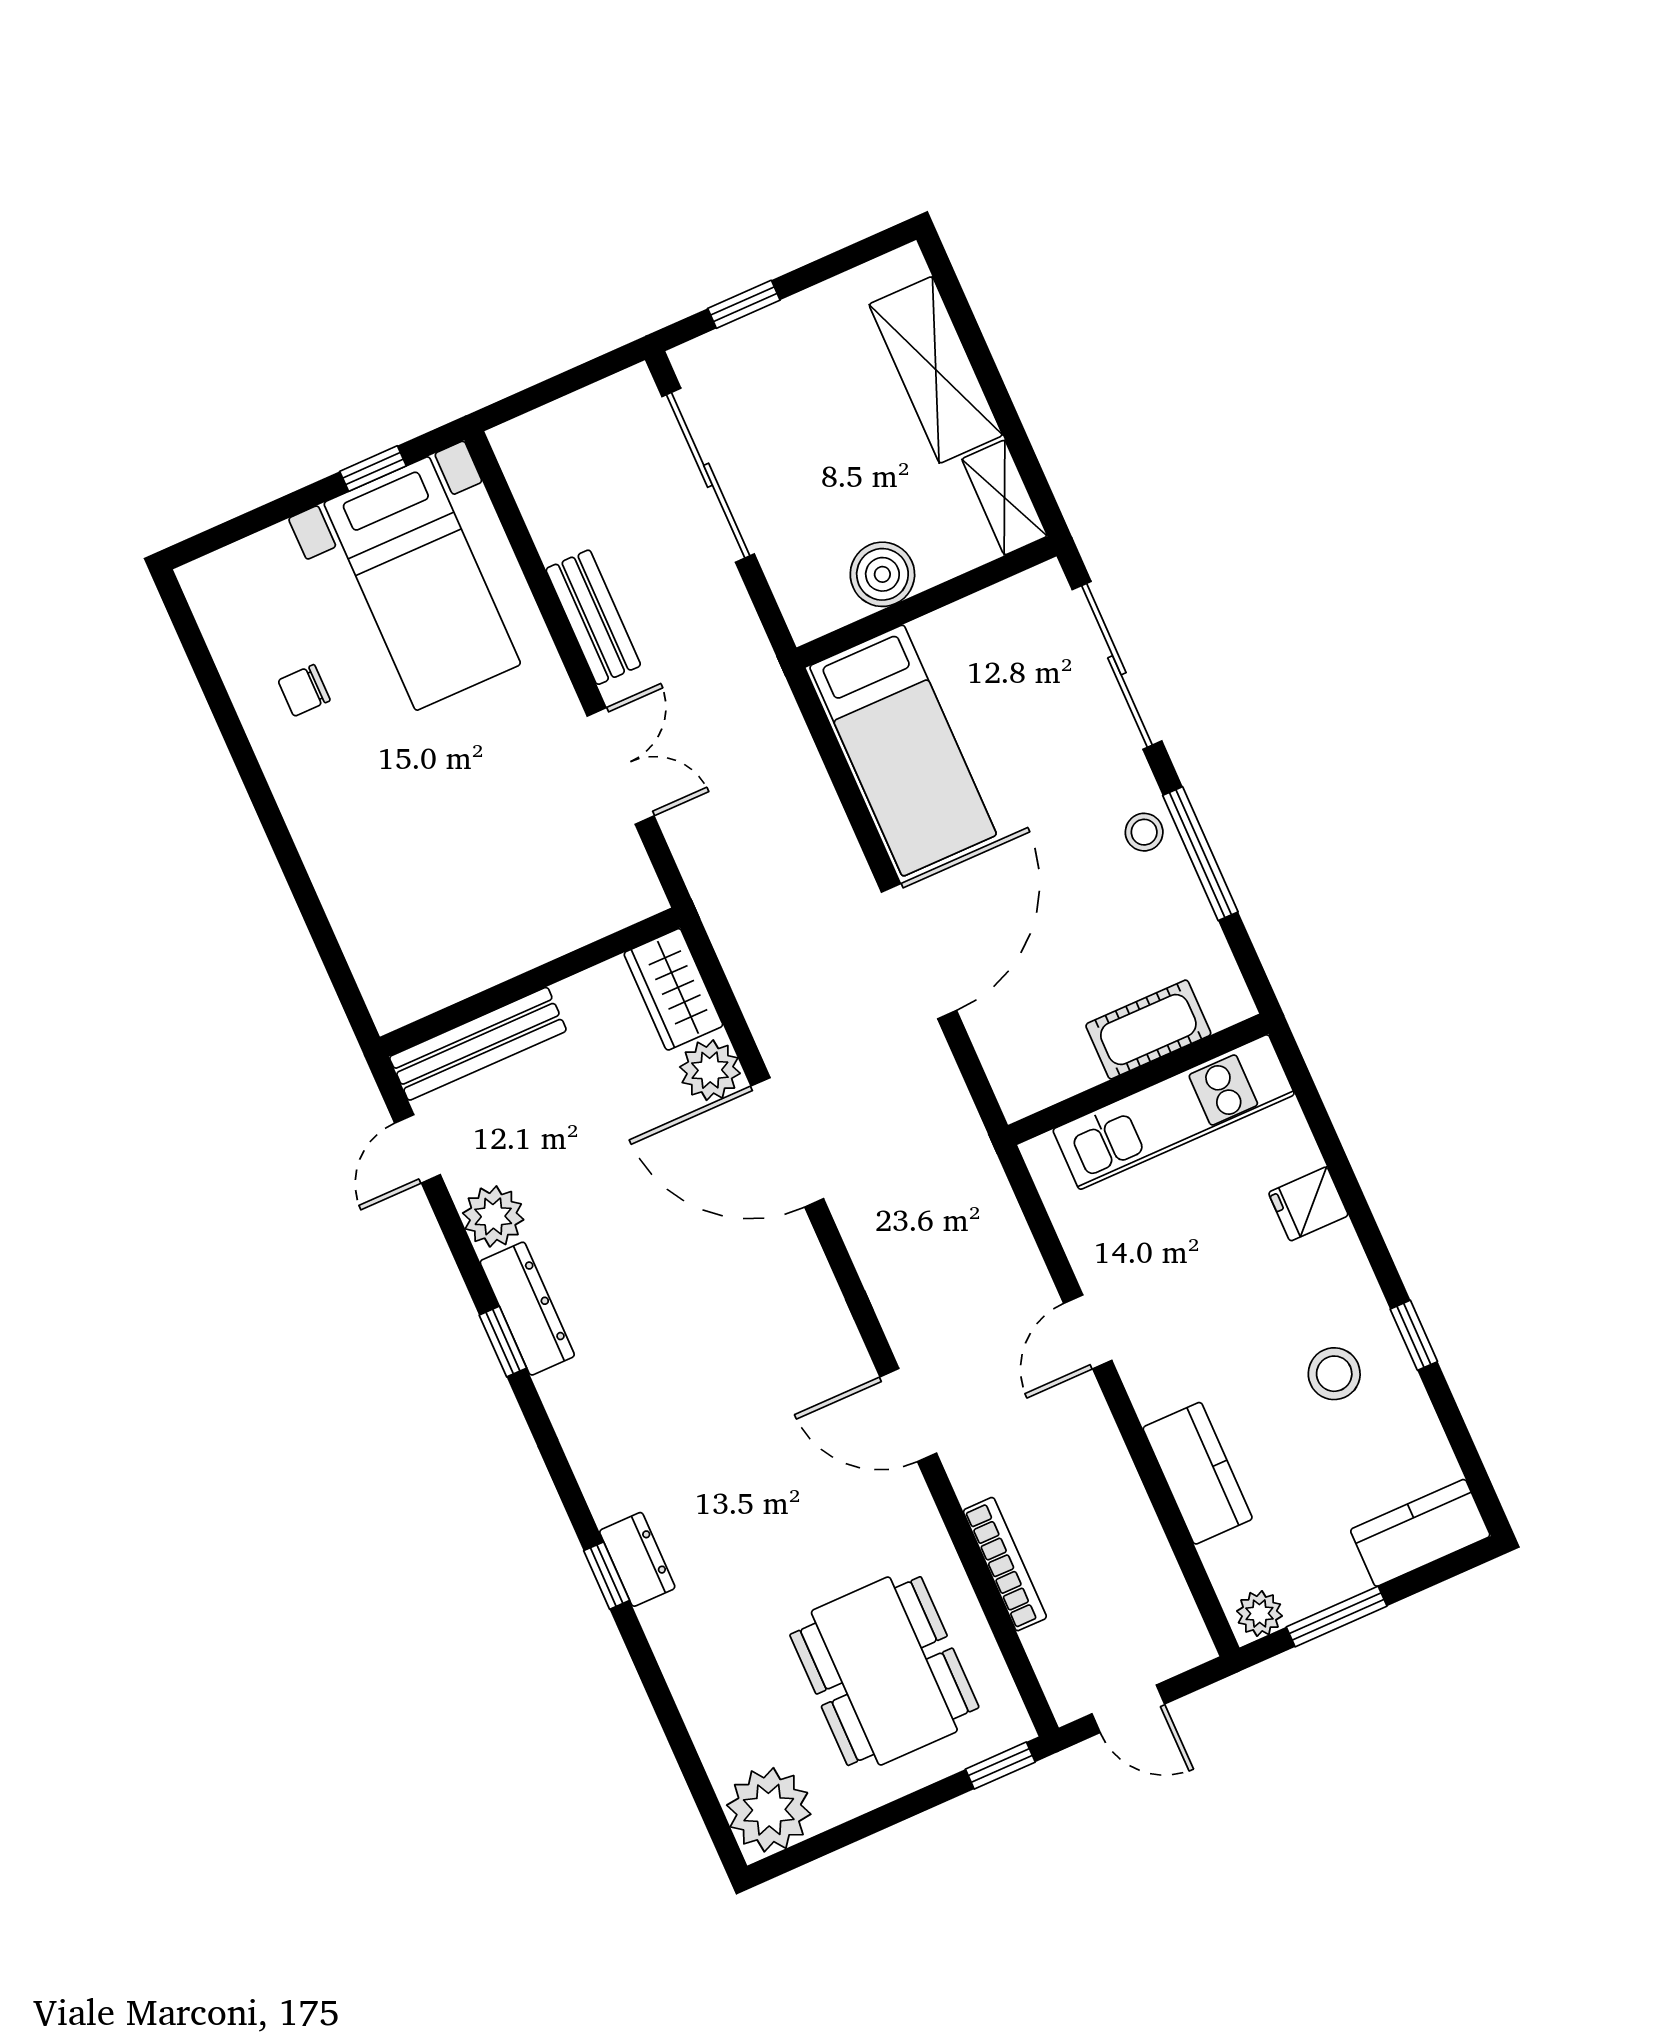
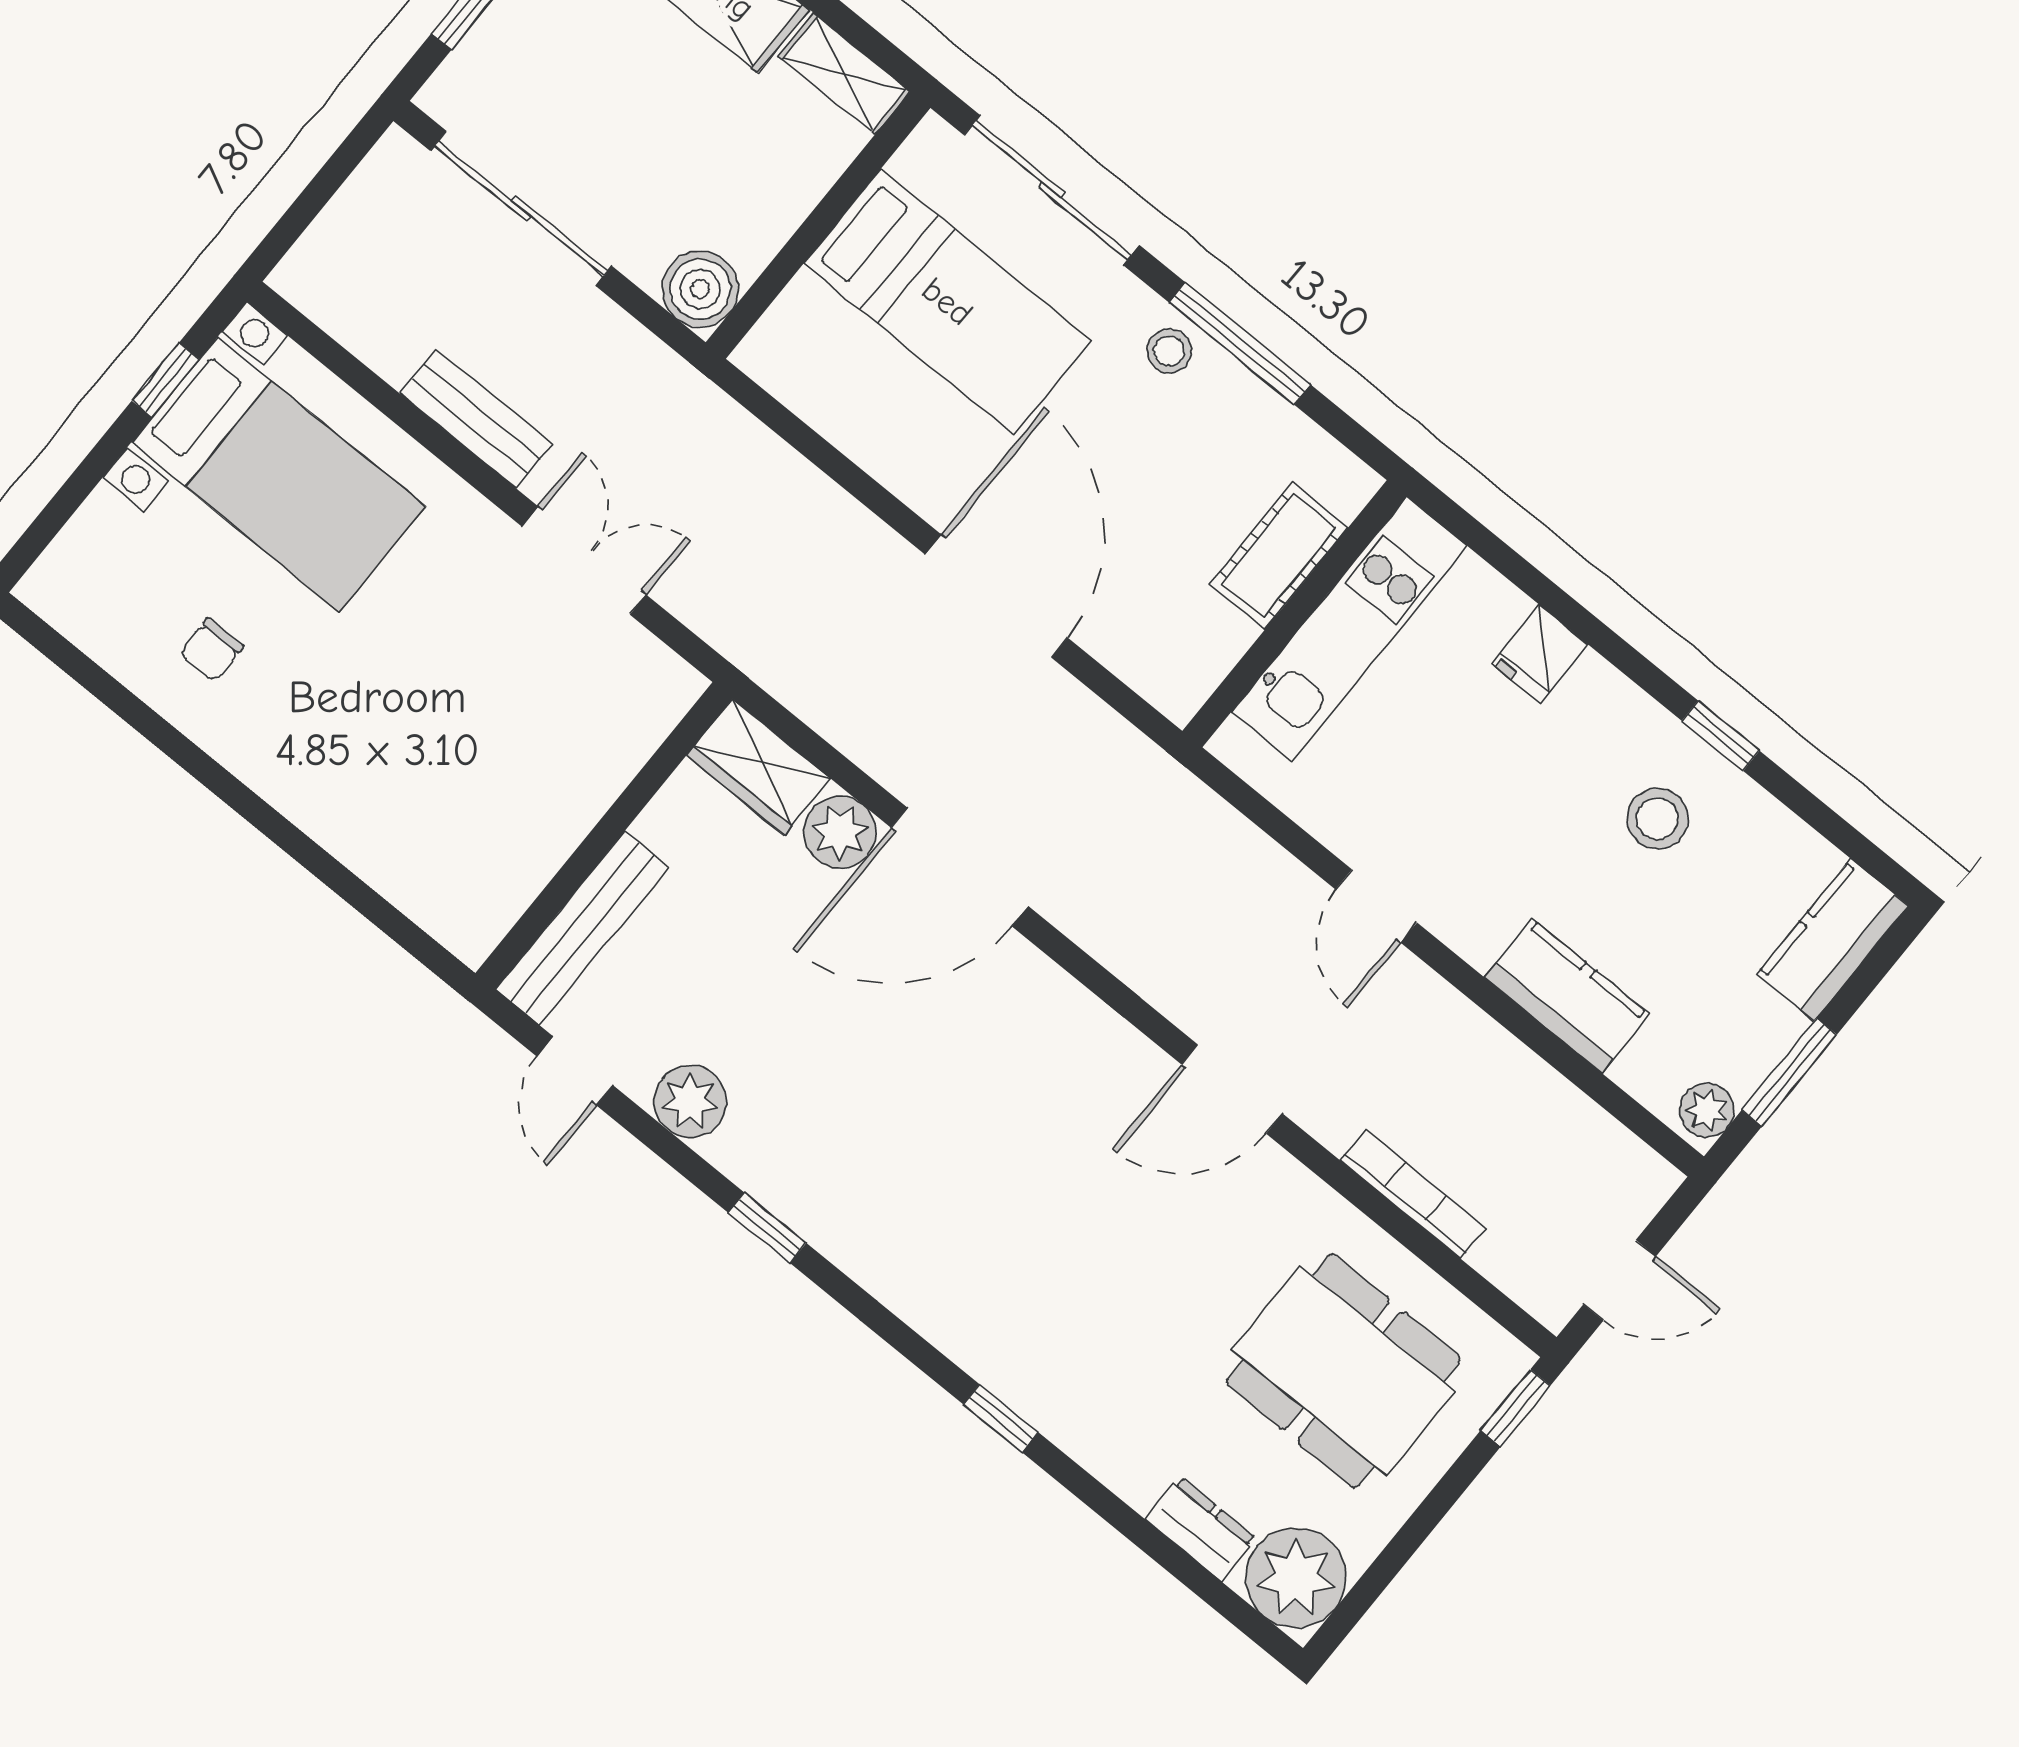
boiler: (882, 574) -> (700, 289), moved
bed: (903, 751) -> (947, 302), moved
dresser: (527, 1309) -> (775, 1180), removed
dresser: (637, 1559) -> (1201, 1529), moved

